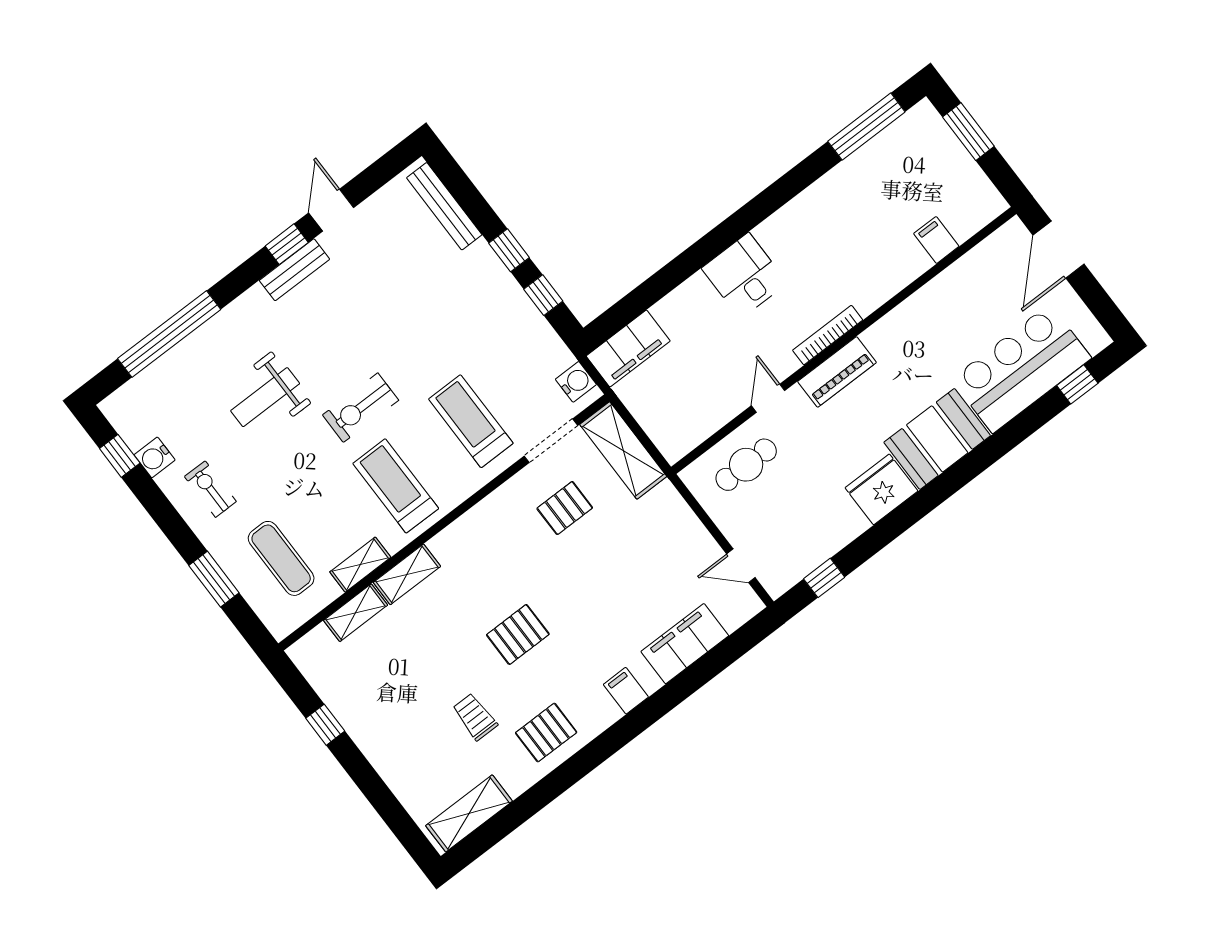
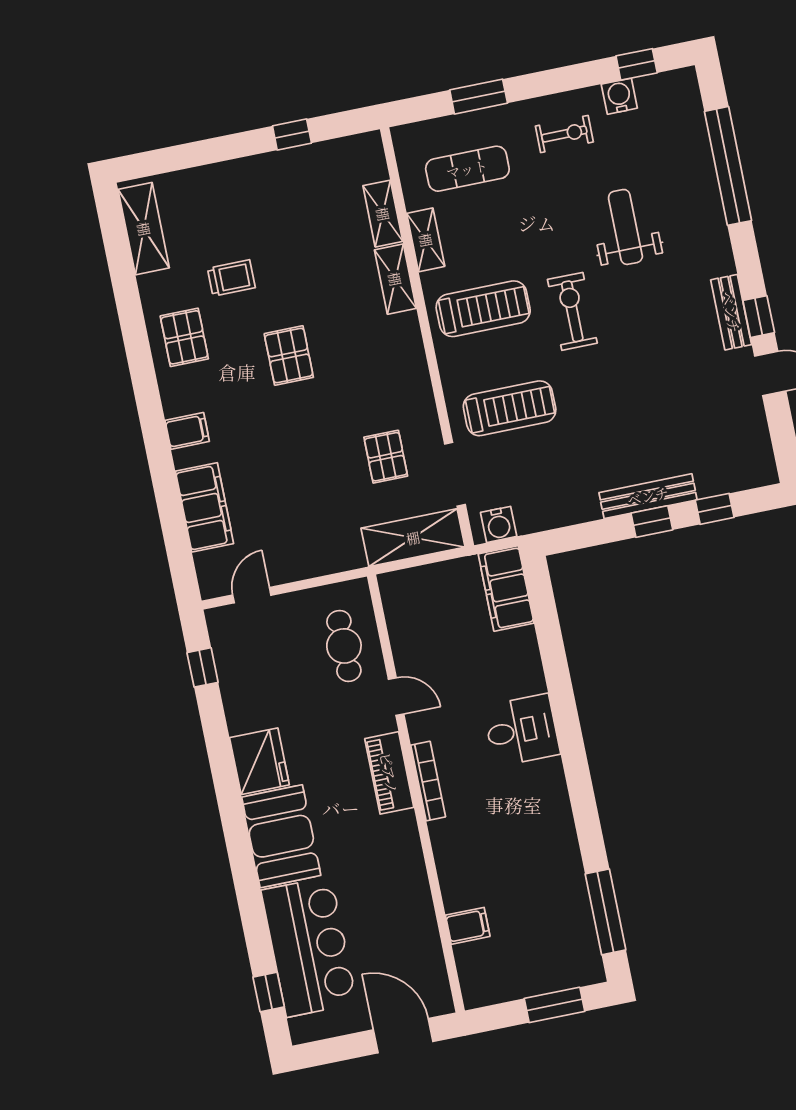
bench: (444, 206) -> (648, 496), moved
window: (543, 295) -> (715, 509), moved

